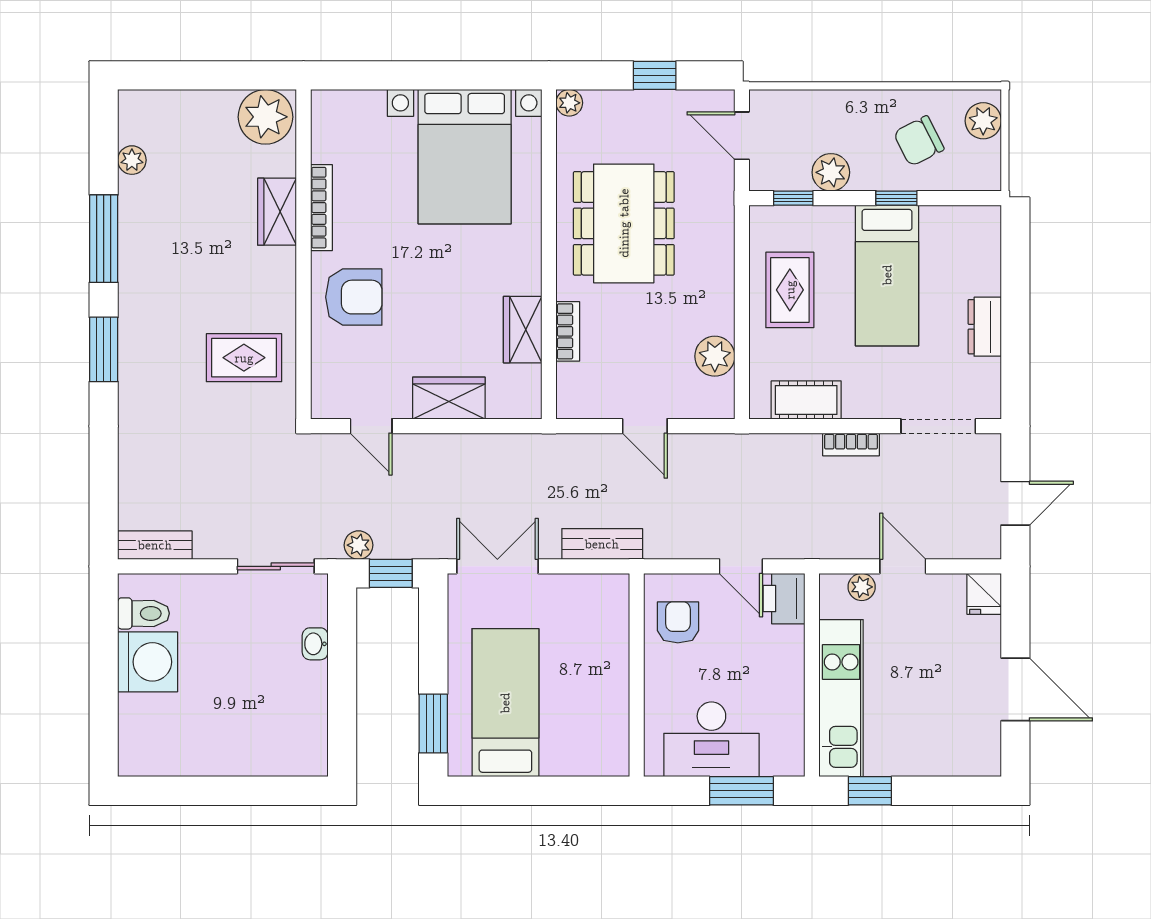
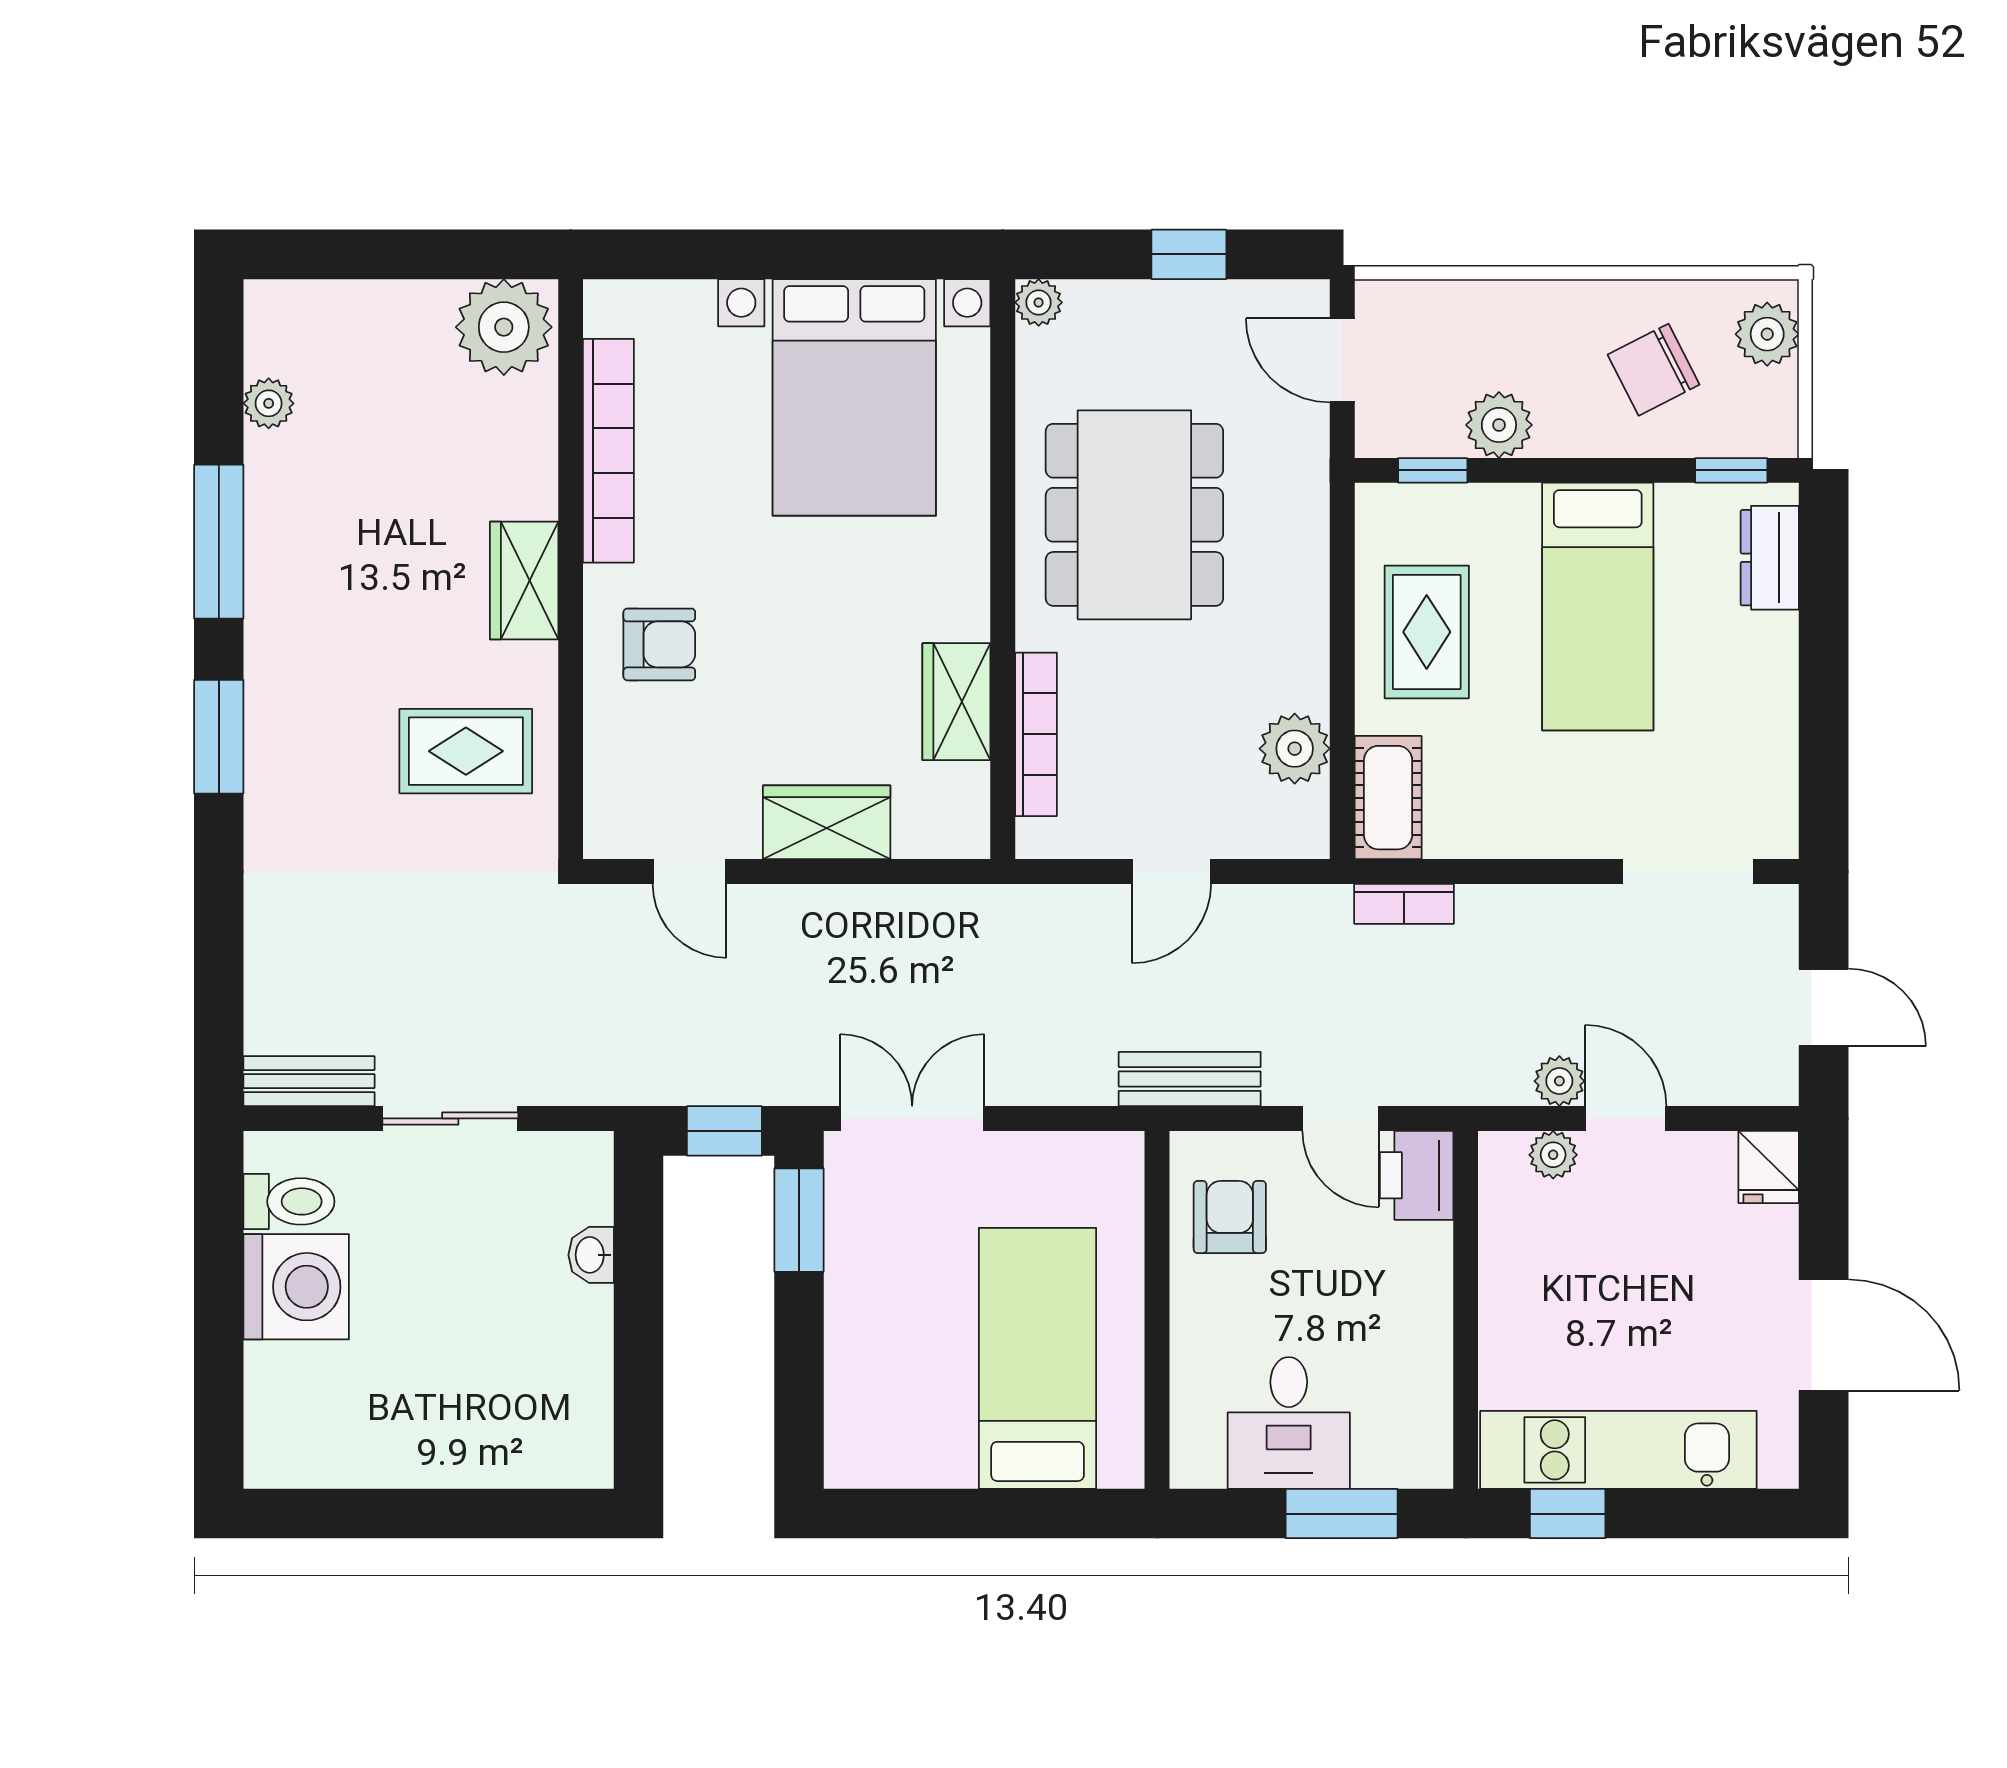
window: (896, 198) -> (1731, 470), moved
bookcase: (321, 208) -> (608, 451), width x1.48, depth x1.31
wardrobe: (277, 212) -> (524, 580), moved
armchair: (354, 297) -> (659, 644), width x0.72, depth x0.72
dresser: (985, 327) -> (1770, 558), moved
bookcase: (568, 331) -> (1036, 734), width x1.56
cot: (806, 400) -> (1388, 798), moved, turned 90
door: (645, 426) -> (1171, 872), hinge flipped
bookcase: (851, 444) -> (1404, 904), moved
door: (1015, 503) -> (1824, 1007), hinge flipped
bench: (602, 544) -> (1190, 1079), moved
plant: (358, 545) -> (1559, 1081), moved
sliding door: (276, 566) -> (450, 1118), moved
kitchen unit: (841, 698) -> (1618, 1450), moved, turned -90
bed: (505, 703) -> (1038, 1358), moved
window: (433, 724) -> (799, 1220), moved
desk: (711, 739) -> (1289, 1423), width x0.73

